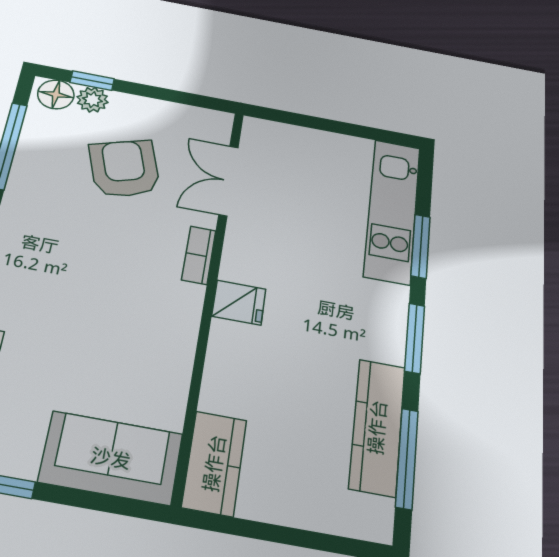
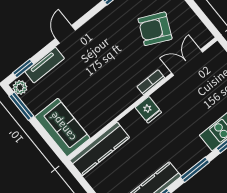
armchair: (124, 168) -> (155, 29), turned -137
kitchen counter: (214, 463) -> (100, 149), width x1.50

